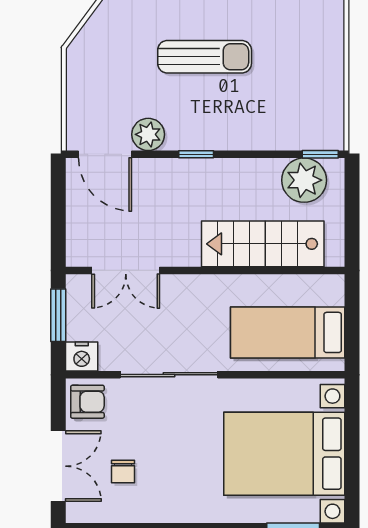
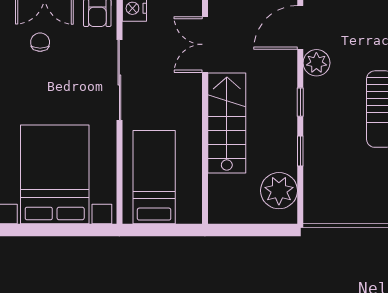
window: (320, 154) -> (300, 151), moved
stairs: (263, 244) -> (227, 123), moved
chair: (123, 472) -> (40, 42), turned 90

